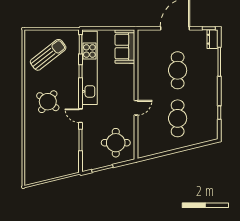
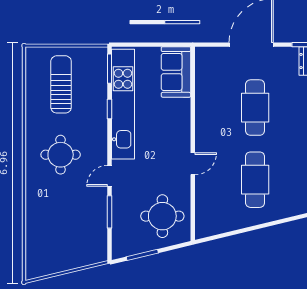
sun lounger: (48, 55) -> (61, 84), turned -52
round table: (48, 102) -> (61, 155), turned -37
door: (80, 116) -> (110, 176), hinge flipped

